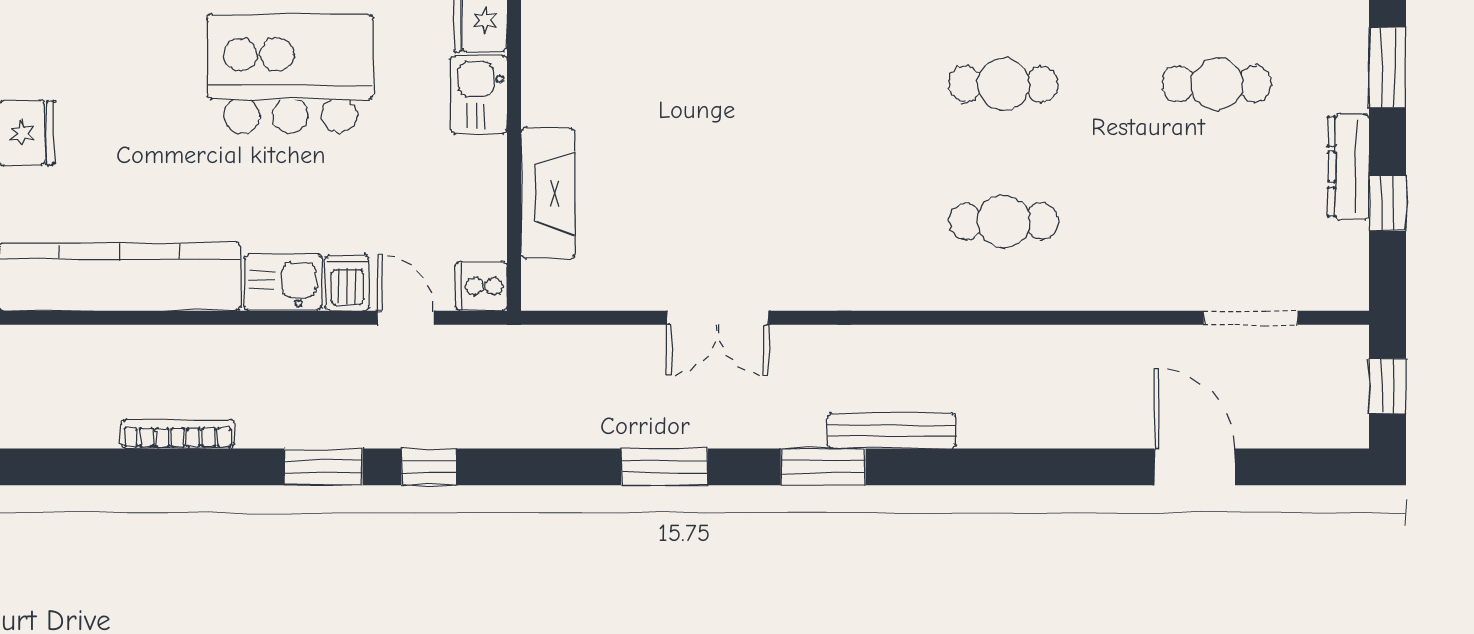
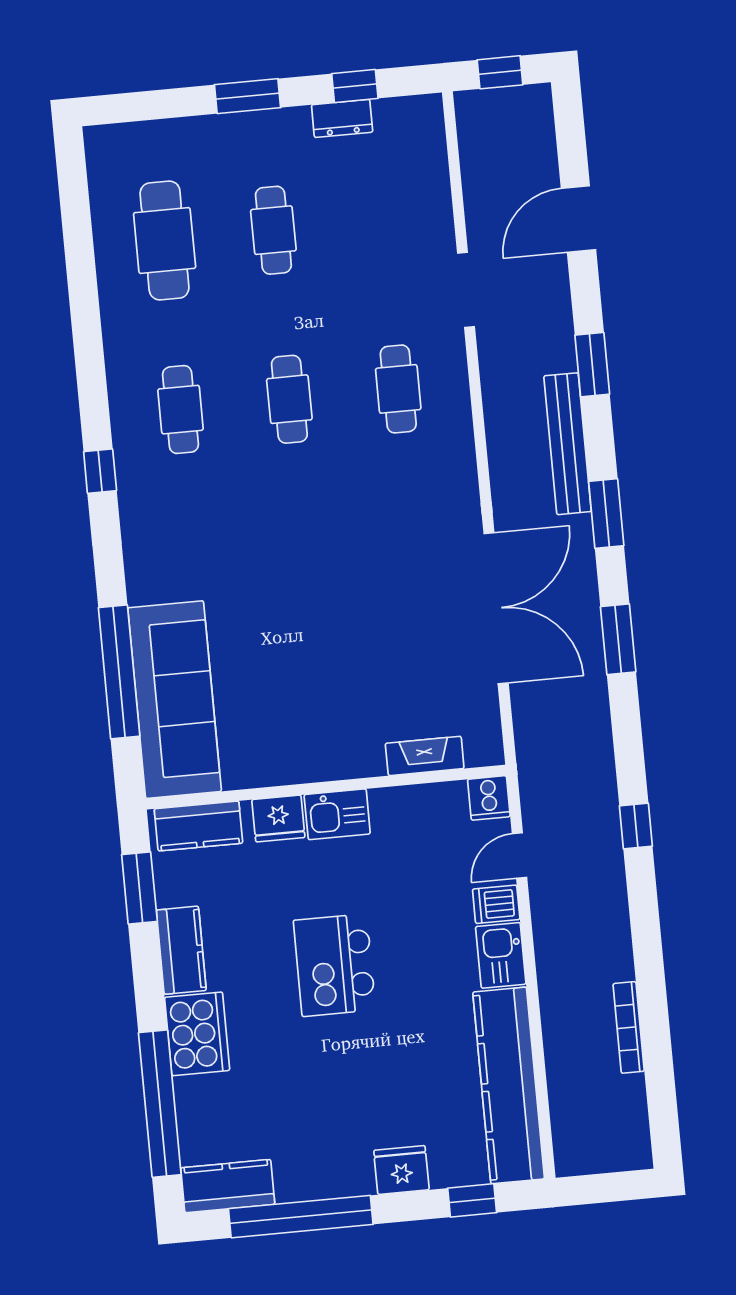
kitchen island: (291, 74) -> (335, 965), width x0.73, depth x0.78
dresser: (1349, 167) -> (342, 118), width x0.70
fireplace: (548, 193) -> (425, 756), width x0.73, depth x0.76
double door: (718, 318) -> (496, 608), width x1.87
doorway: (1251, 318) -> (466, 290), moved
bench: (892, 431) -> (568, 444), width x1.37, depth x1.21
window: (323, 467) -> (592, 365), moved

